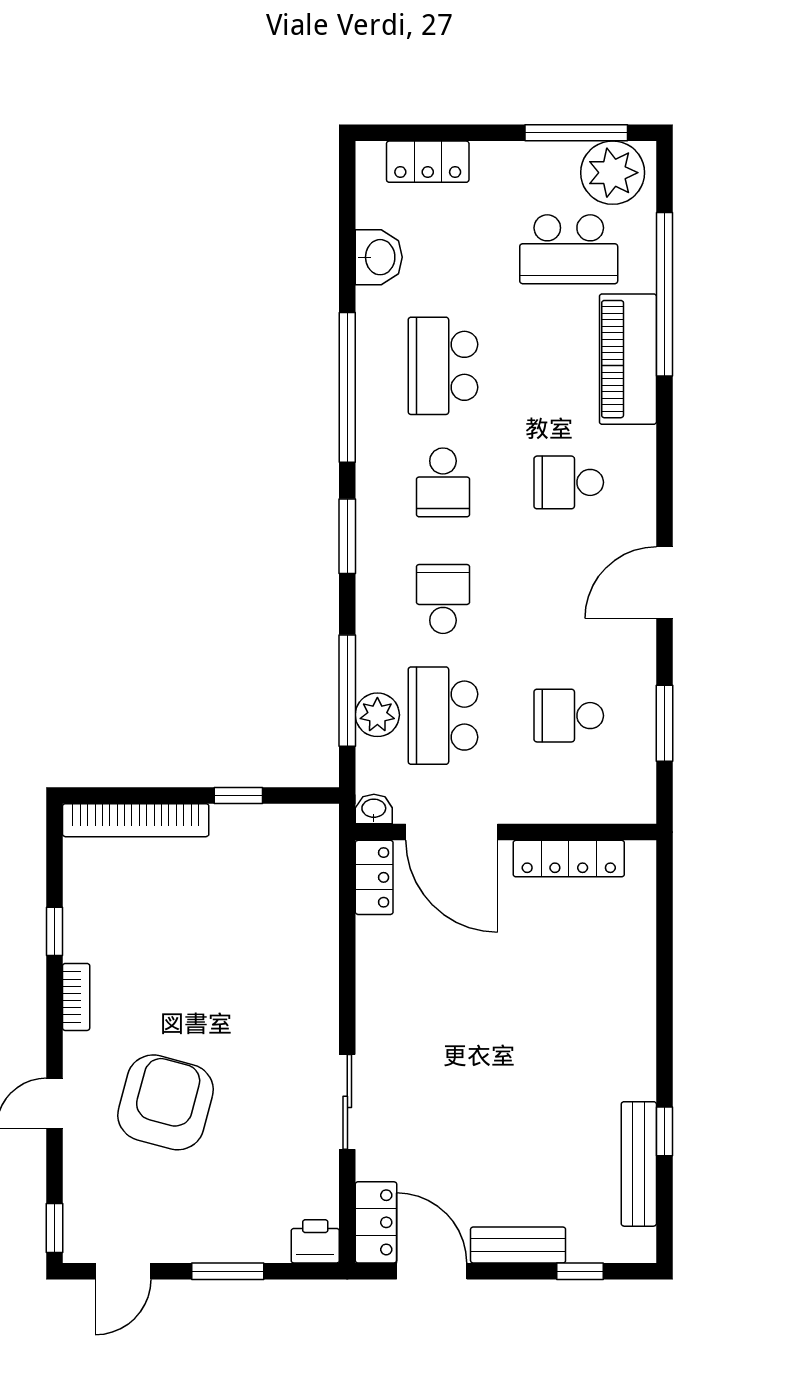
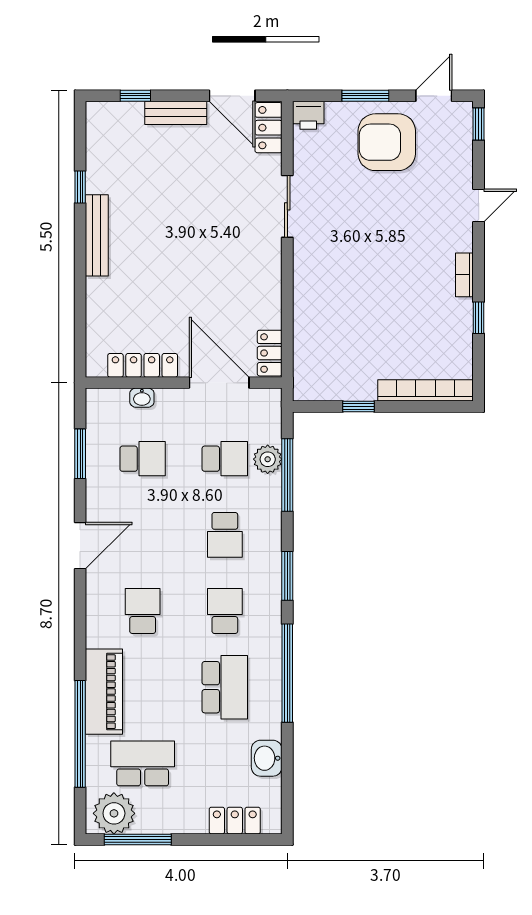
school desk: (569, 482) -> (143, 611), turned -90
school desk: (443, 716) -> (225, 459), width x0.54
washbasin: (374, 809) -> (142, 398), moved
armchair: (165, 1102) -> (387, 142), moved, turned 75
bench: (639, 1164) -> (97, 235), moved

